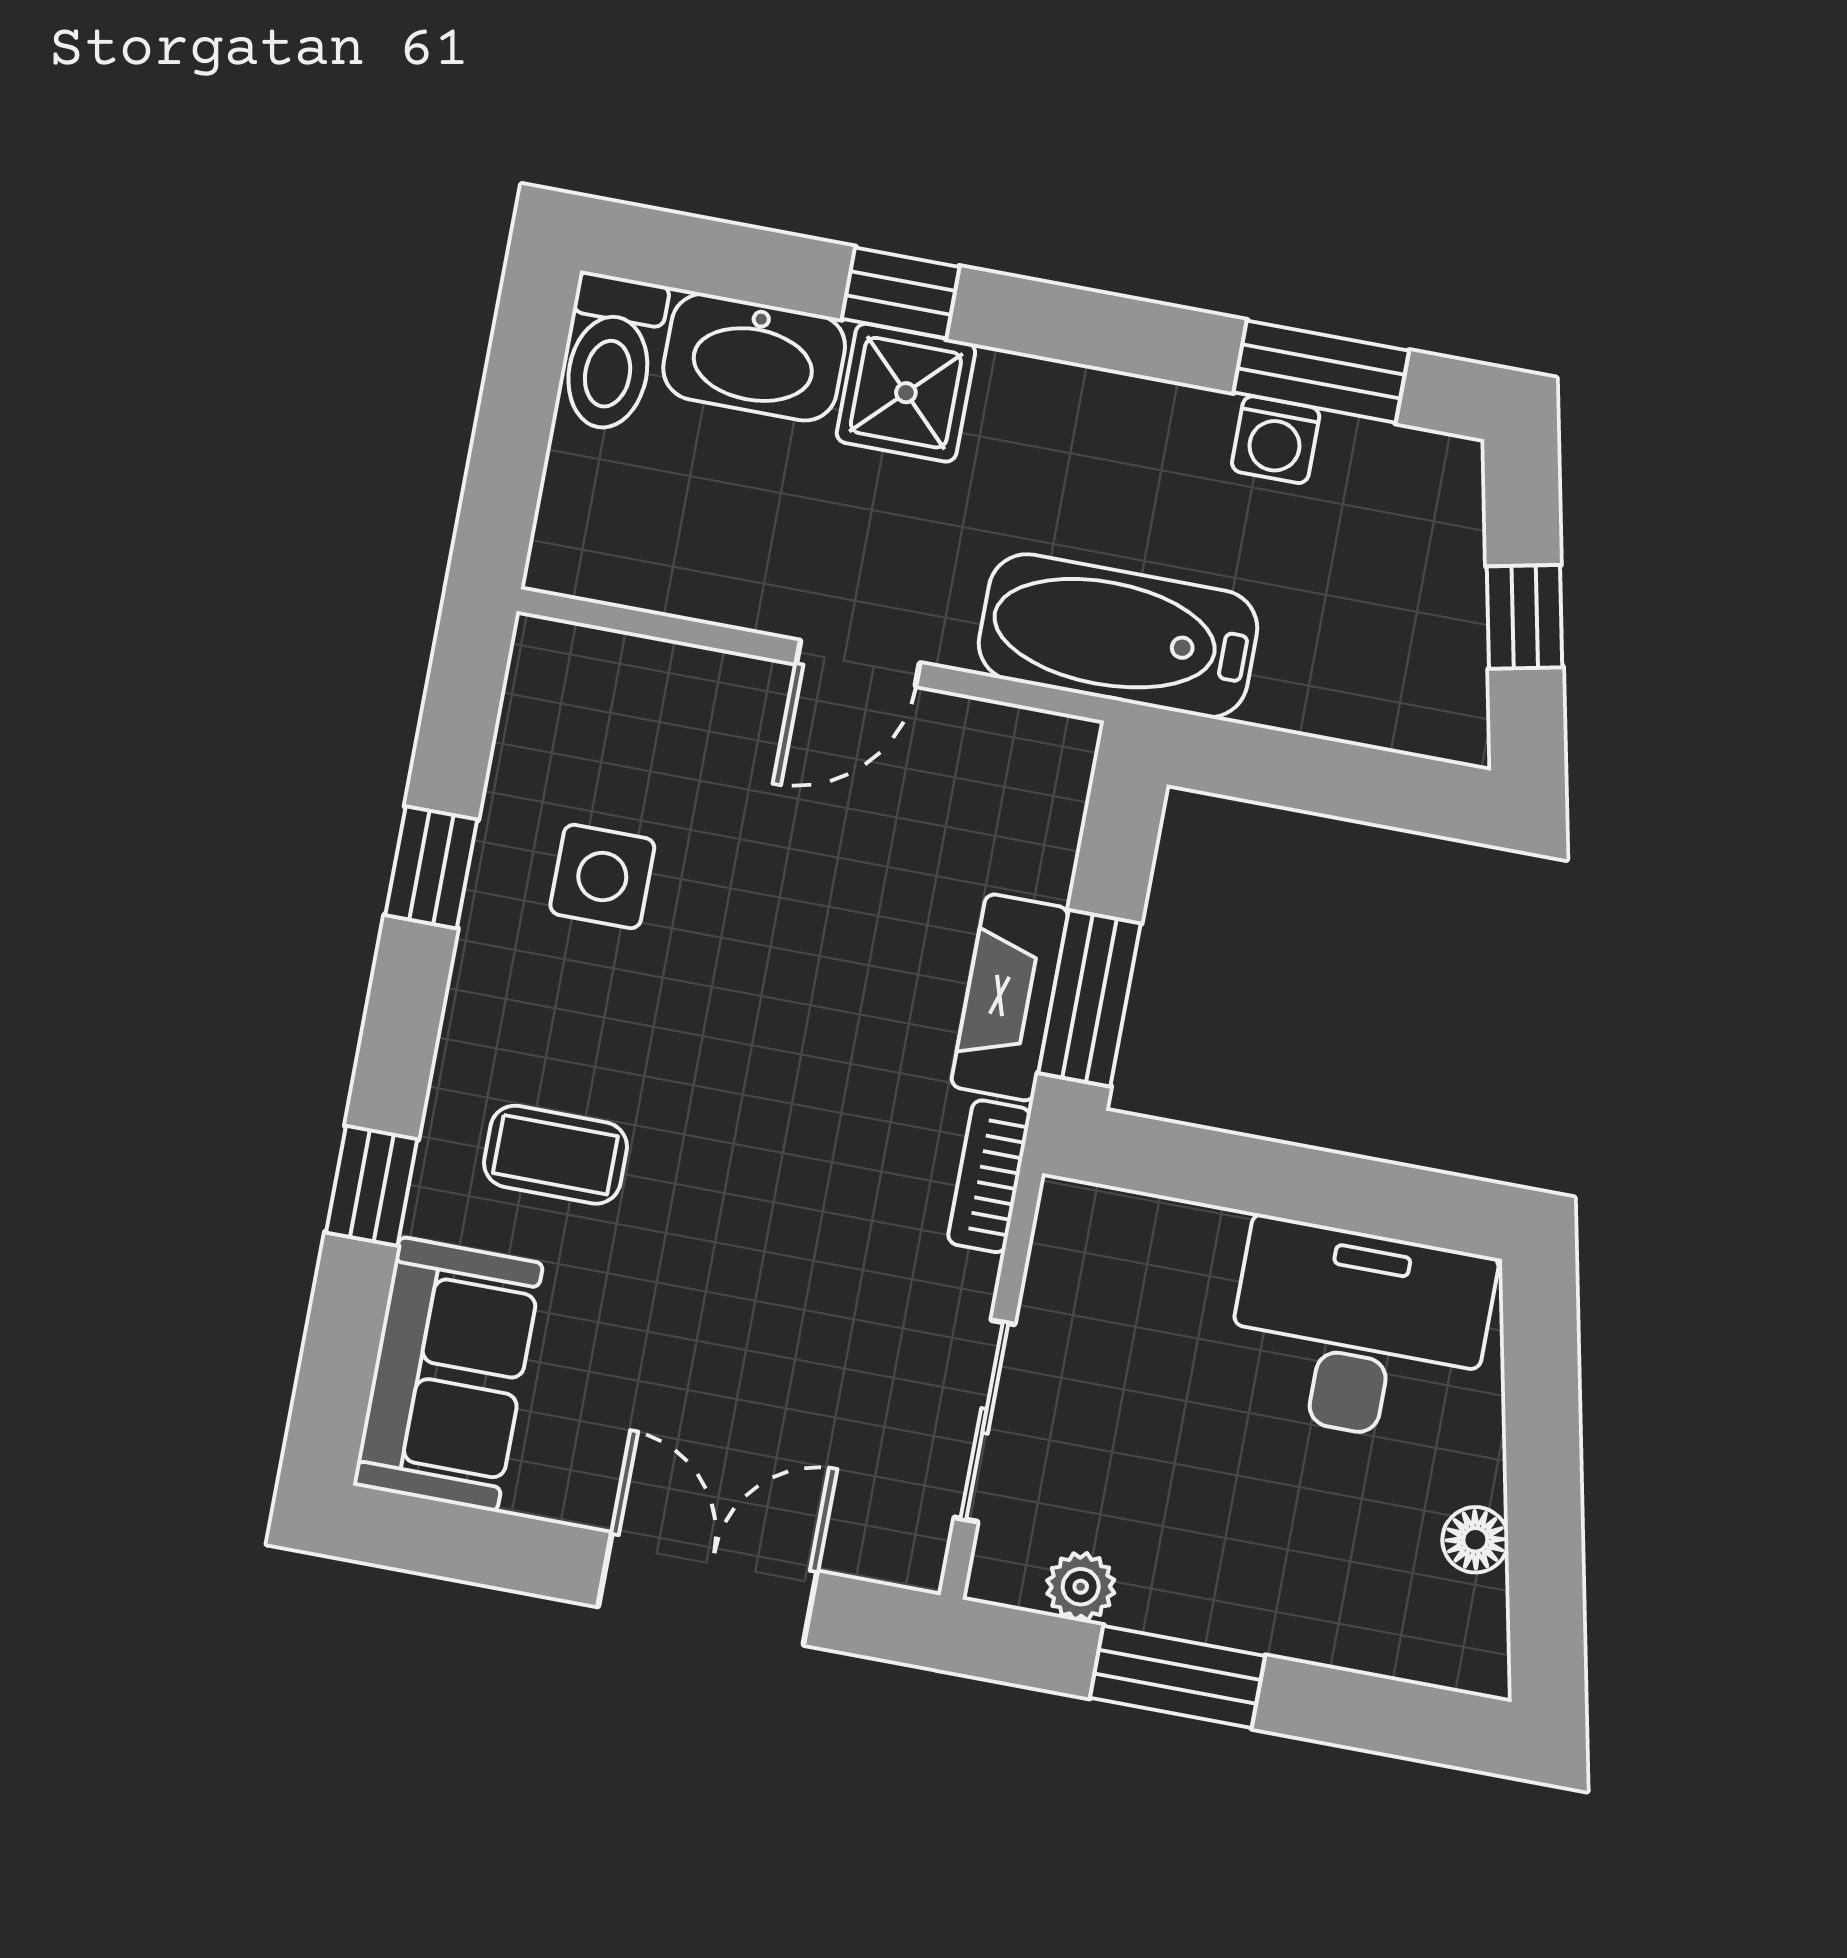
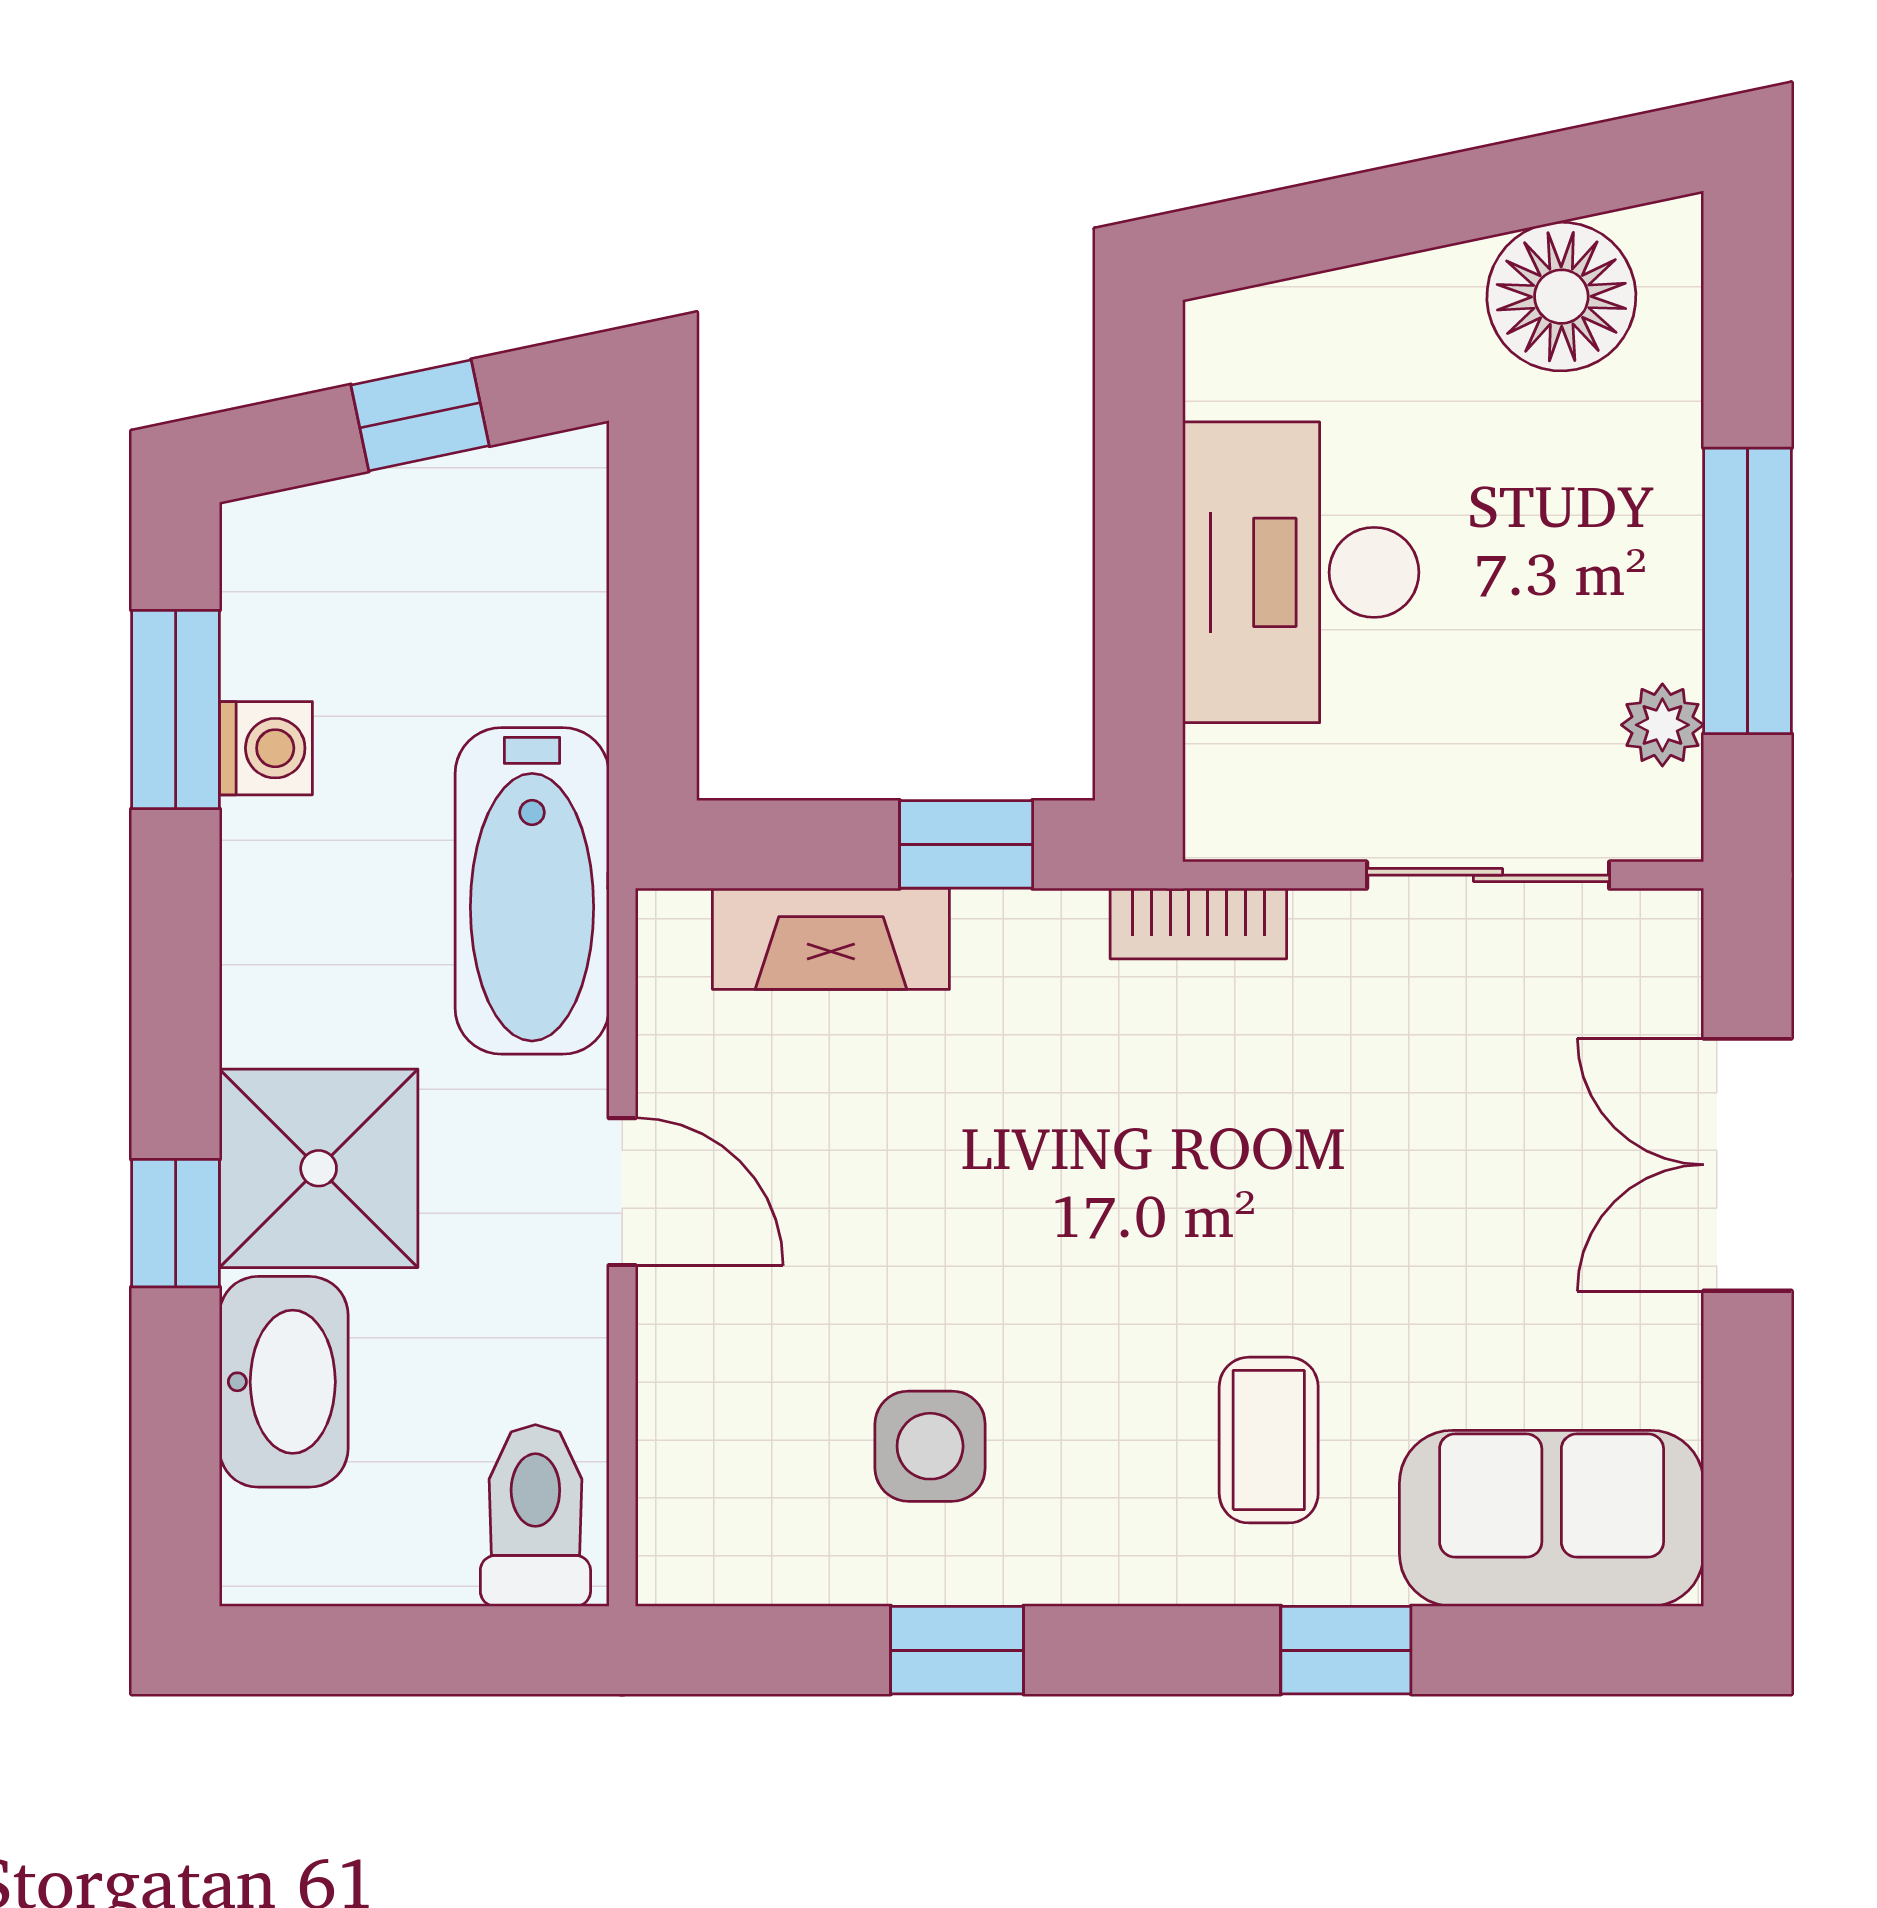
toilet: (611, 353) -> (535, 1515), moved, turned -90
shower: (906, 393) -> (319, 1168), width x1.36, depth x1.36
fireplace: (1010, 997) -> (831, 939), moved
window: (1090, 998) -> (966, 844), width x0.67
desk: (1359, 1332) -> (1301, 572), moved
floor lamp: (1475, 1540) -> (1561, 297), width x1.89, depth x1.89
window: (1177, 1677) -> (1747, 591), width x1.44

